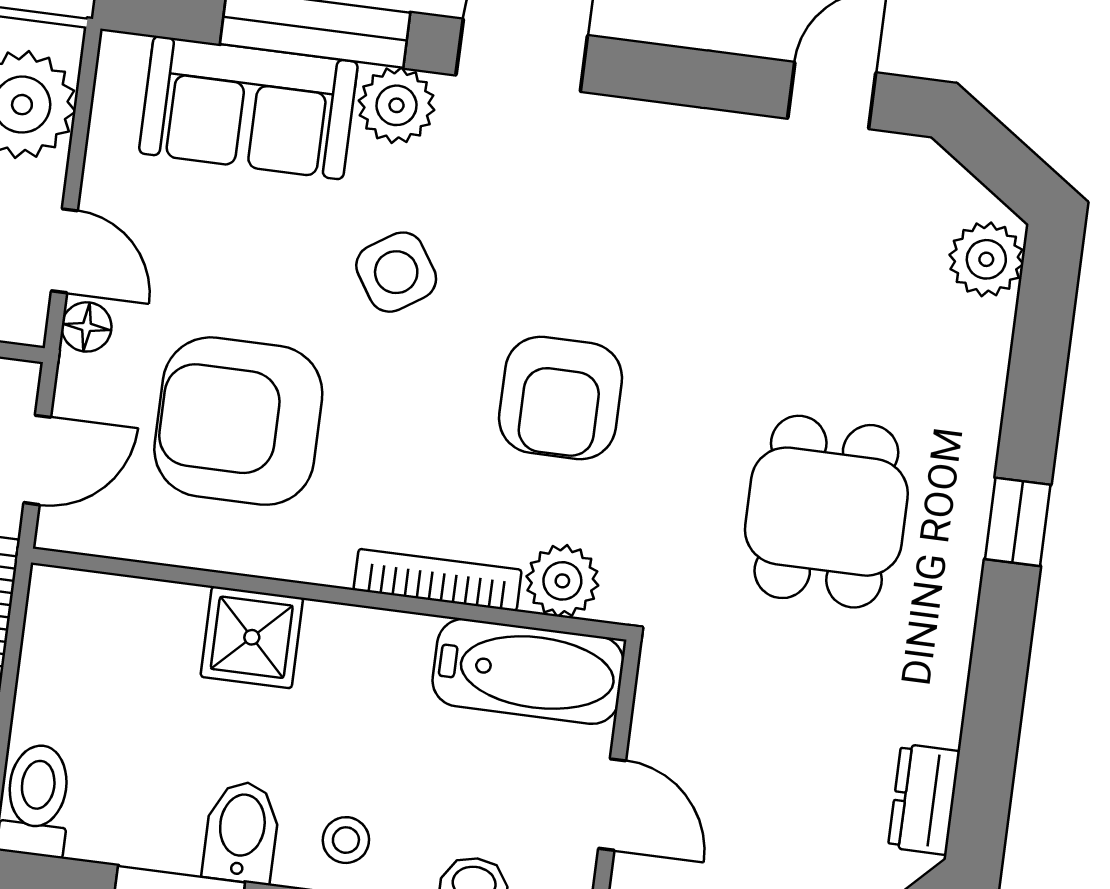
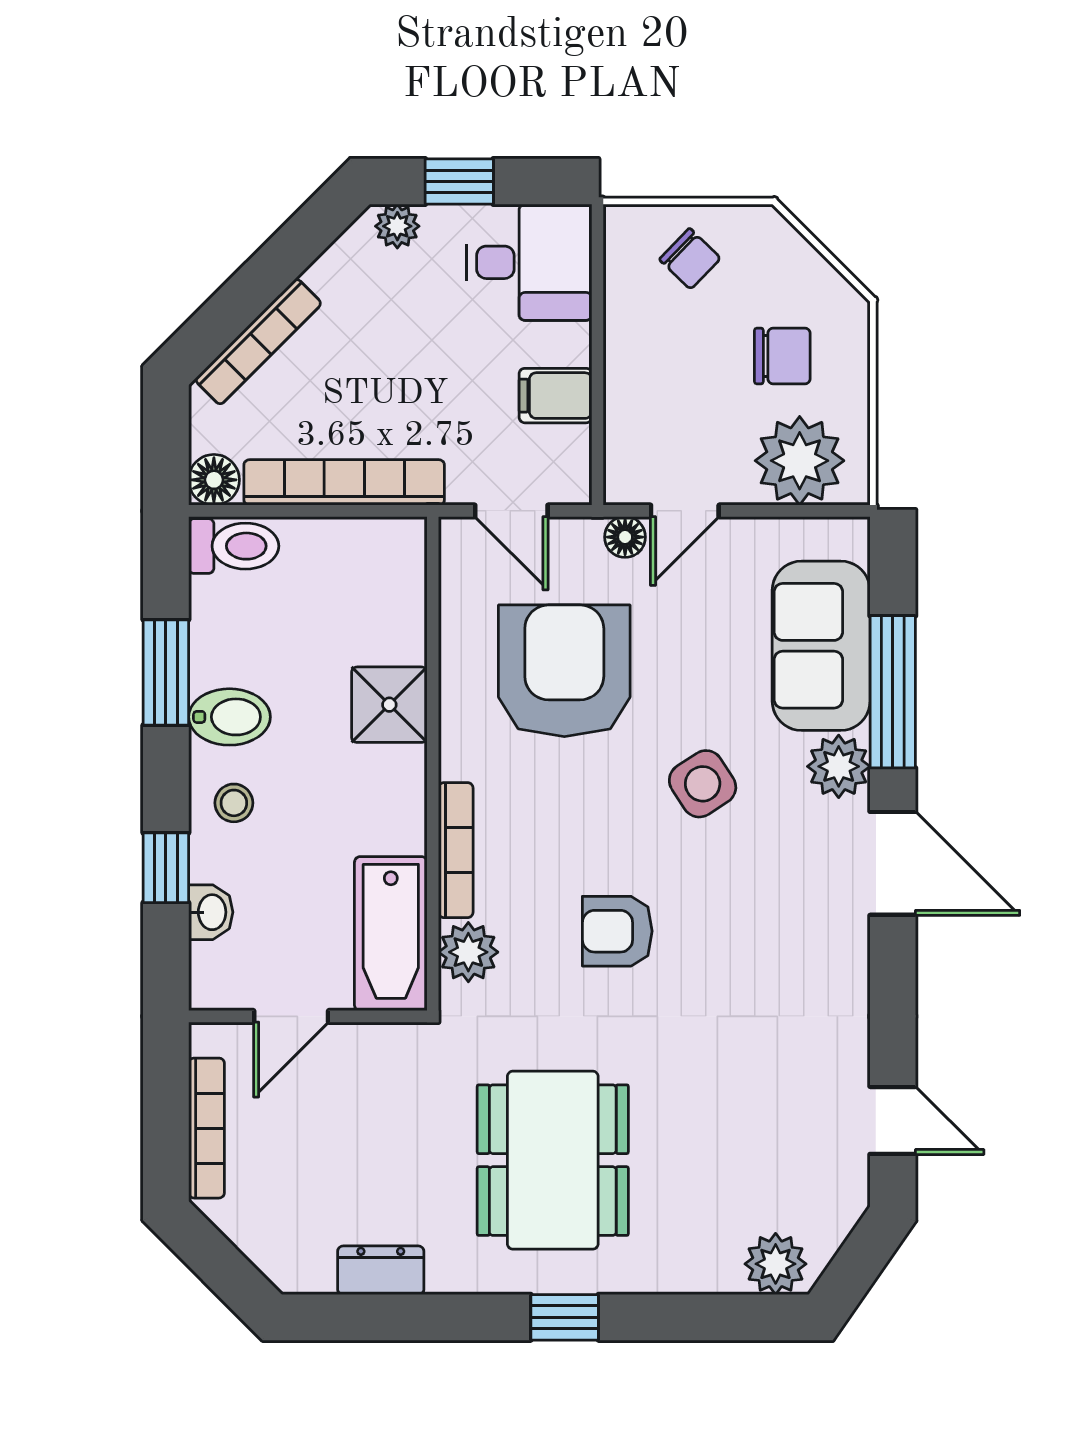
armchair: (561, 398) -> (617, 931), width x0.72, depth x0.72
dining table: (826, 512) -> (553, 1160), width x1.38
dresser: (924, 799) -> (381, 1270), moved

